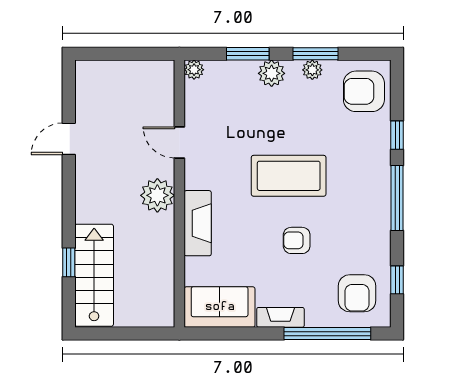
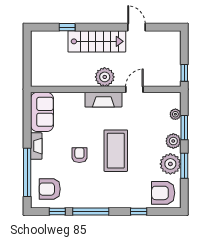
window: (150, 54) -> (184, 73), added
plant: (194, 70) -> (175, 114), moved
plant: (312, 70) -> (170, 164), width x1.87, depth x1.87
armchair: (364, 91) -> (163, 193), turned -90
window: (397, 198) -> (91, 212), moved
fireplace: (198, 223) -> (103, 100), moved
stairs: (94, 275) -> (97, 41), moved

